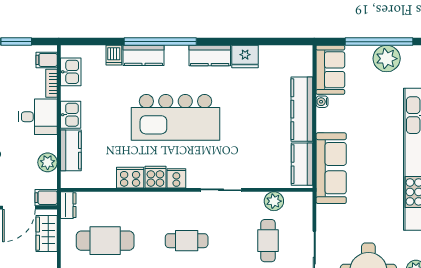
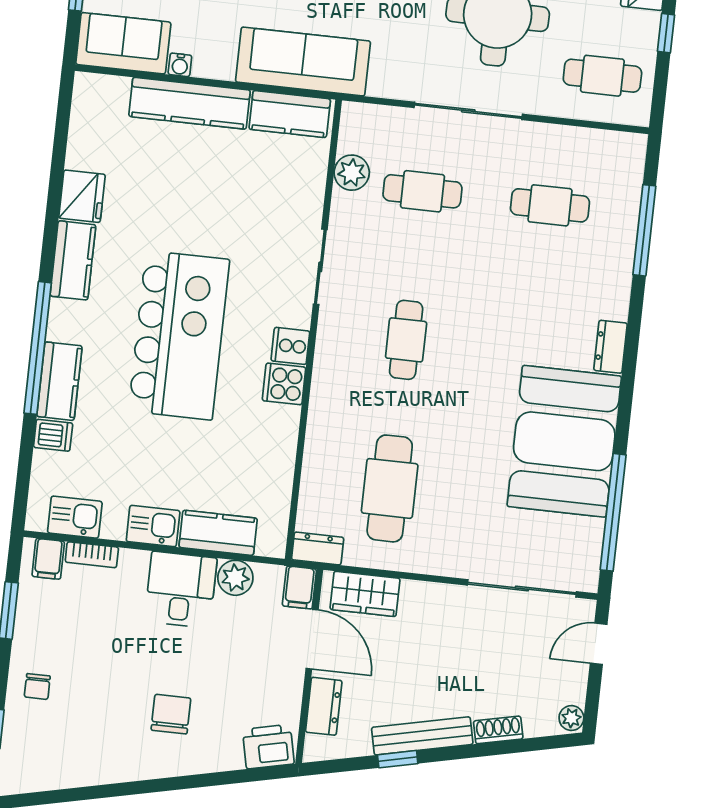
desk: (38, 117) -> (181, 590), moved
cooker: (130, 178) -> (280, 430), removed

